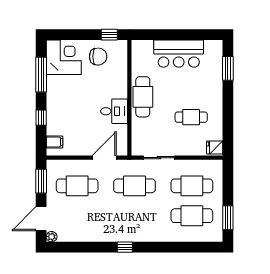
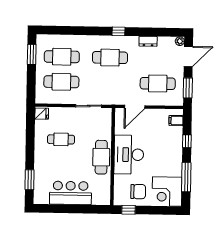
chair: (98, 57) -> (138, 192), turned 180
desk: (114, 111) -> (129, 155), width x1.87, depth x1.30
cafe table: (135, 186) -> (110, 58), moved
dresser: (89, 236) -> (148, 41), added

